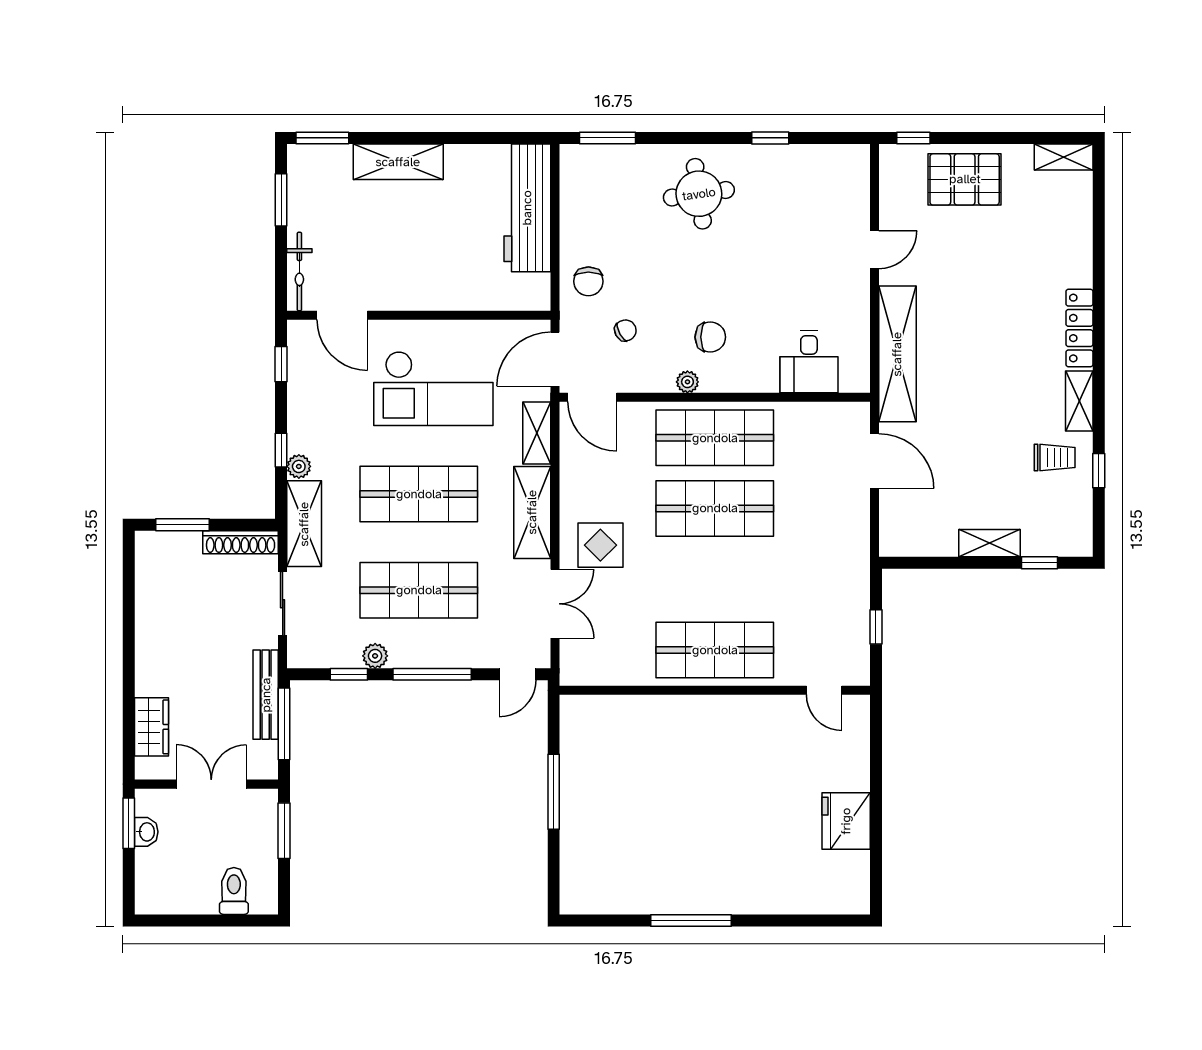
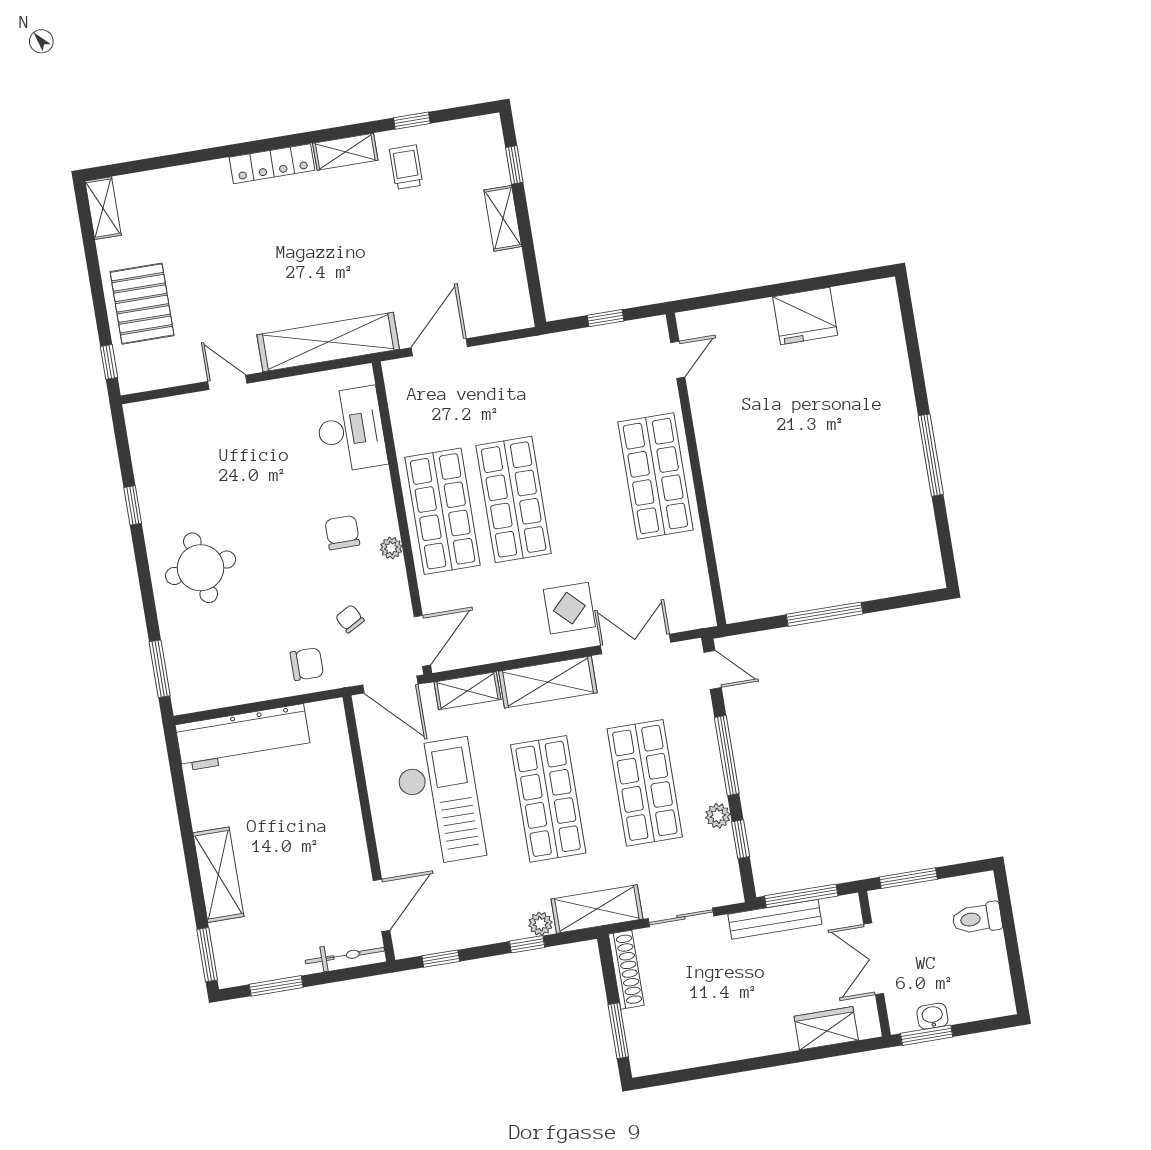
desk: (809, 362) -> (351, 430), width x1.37

